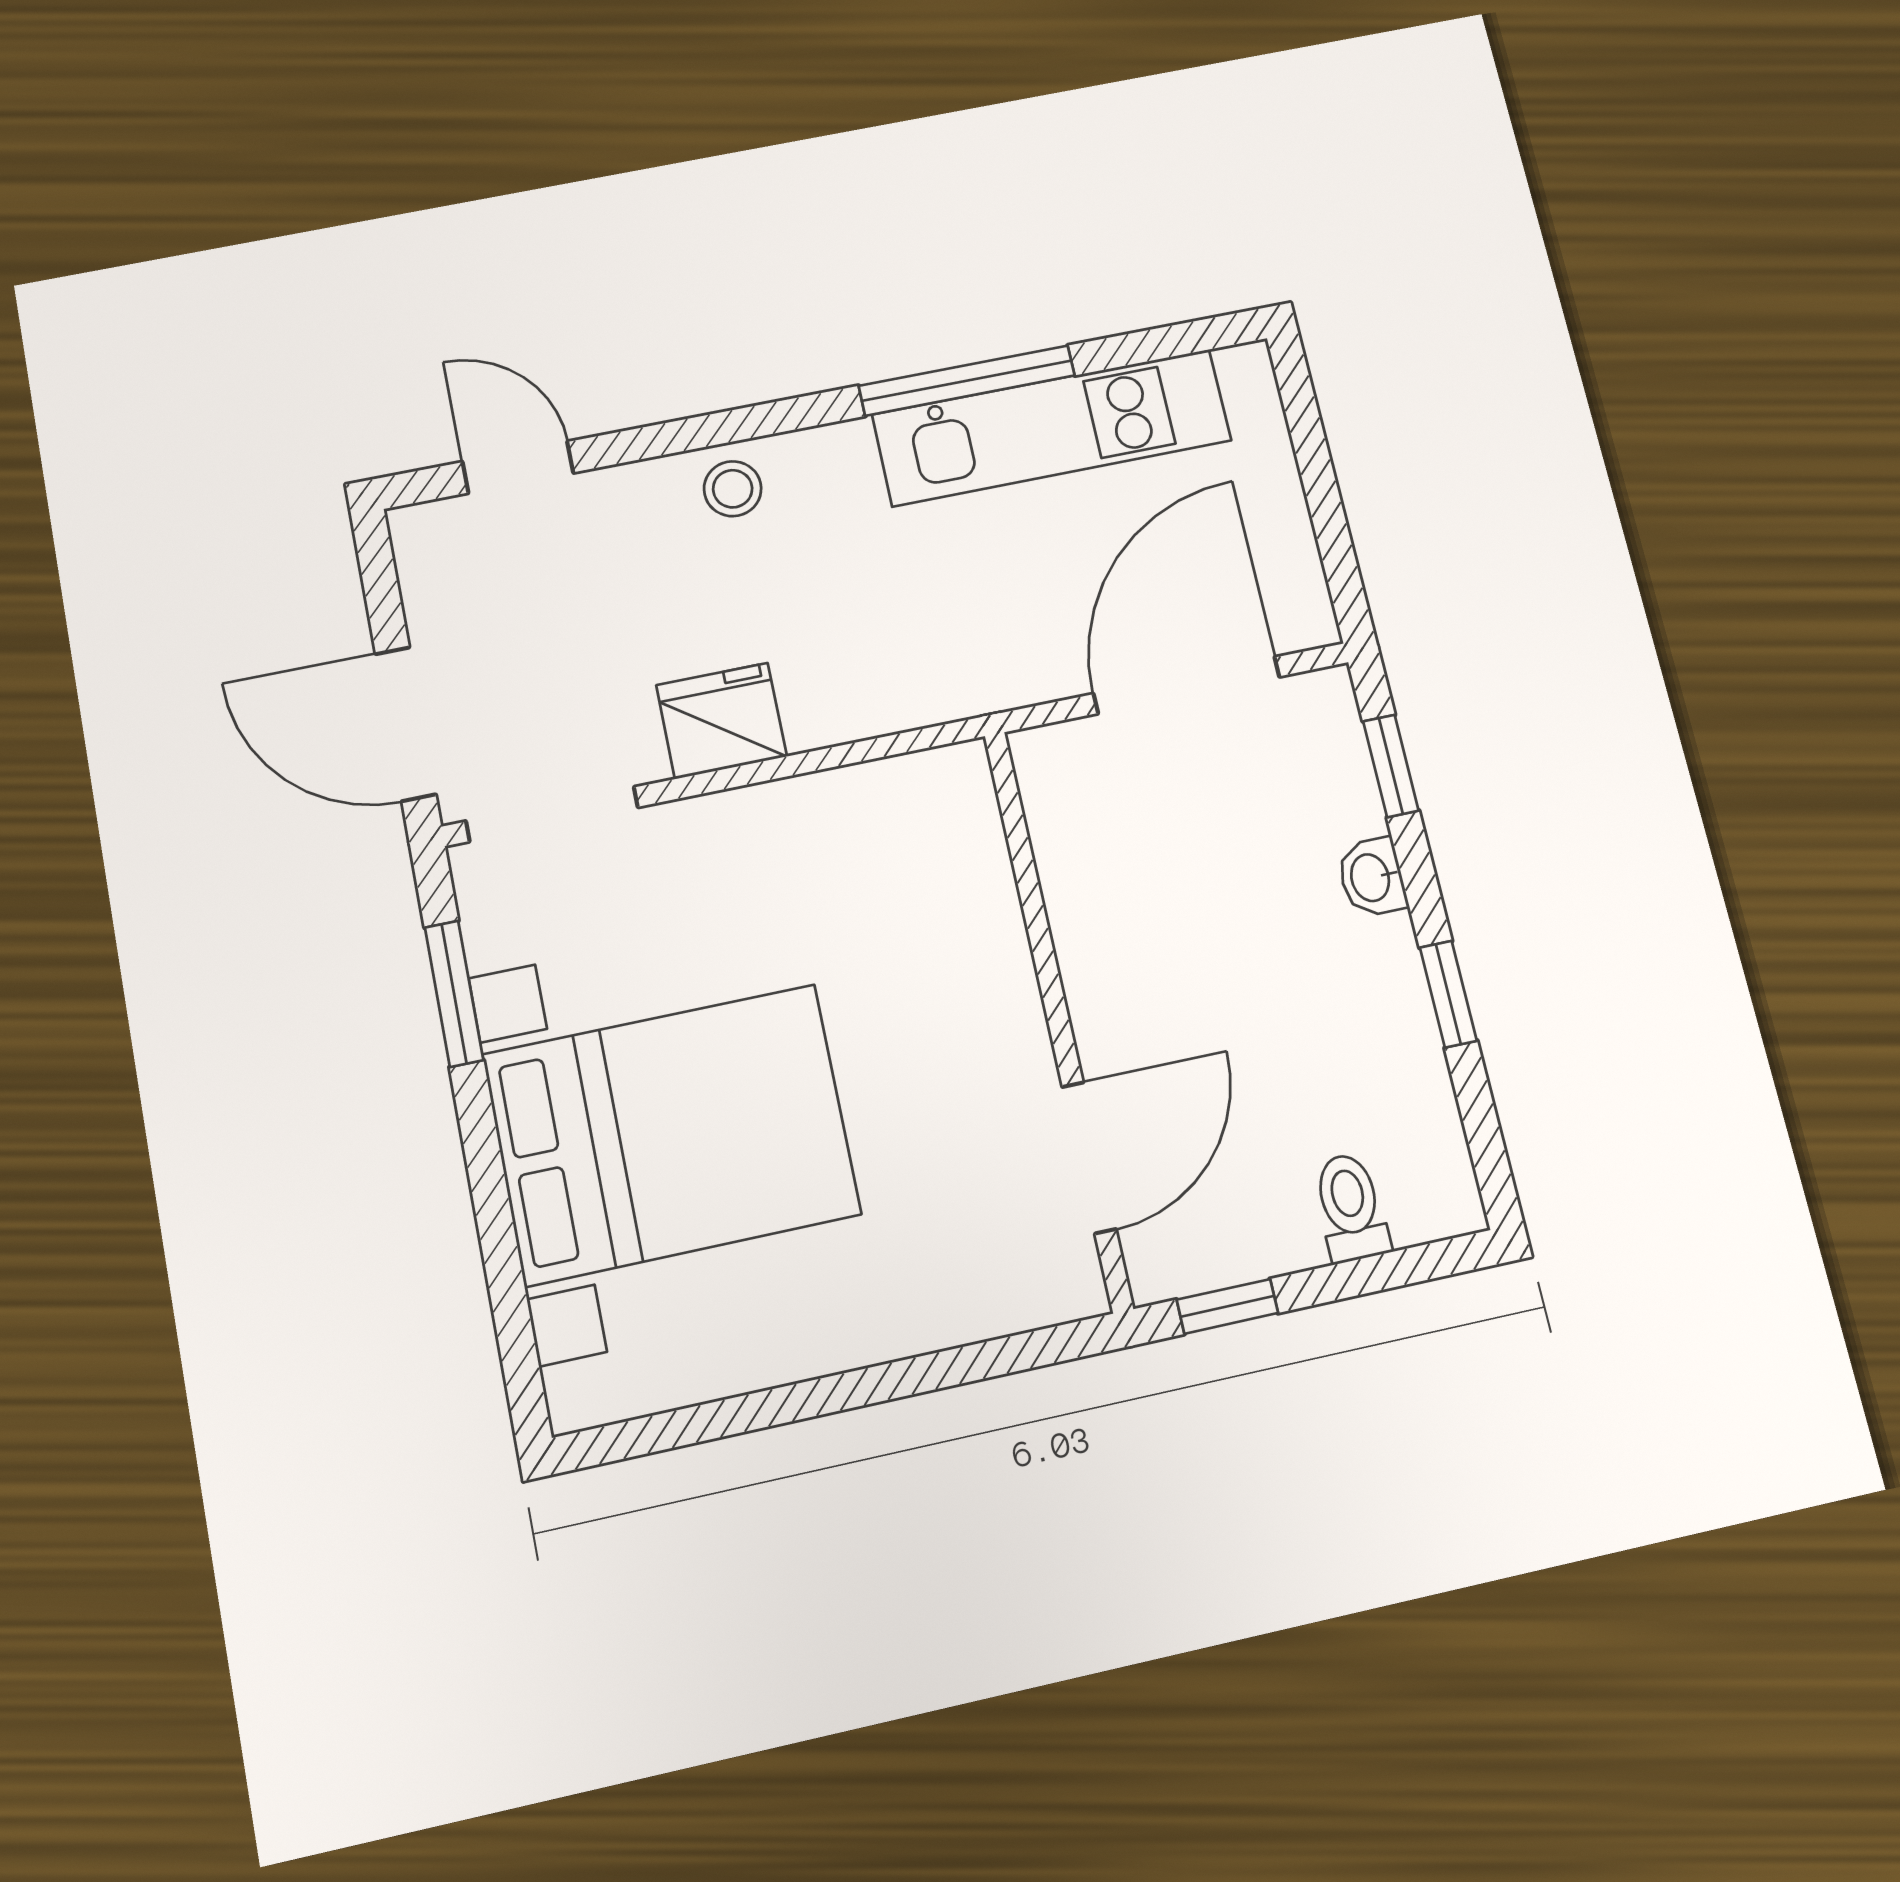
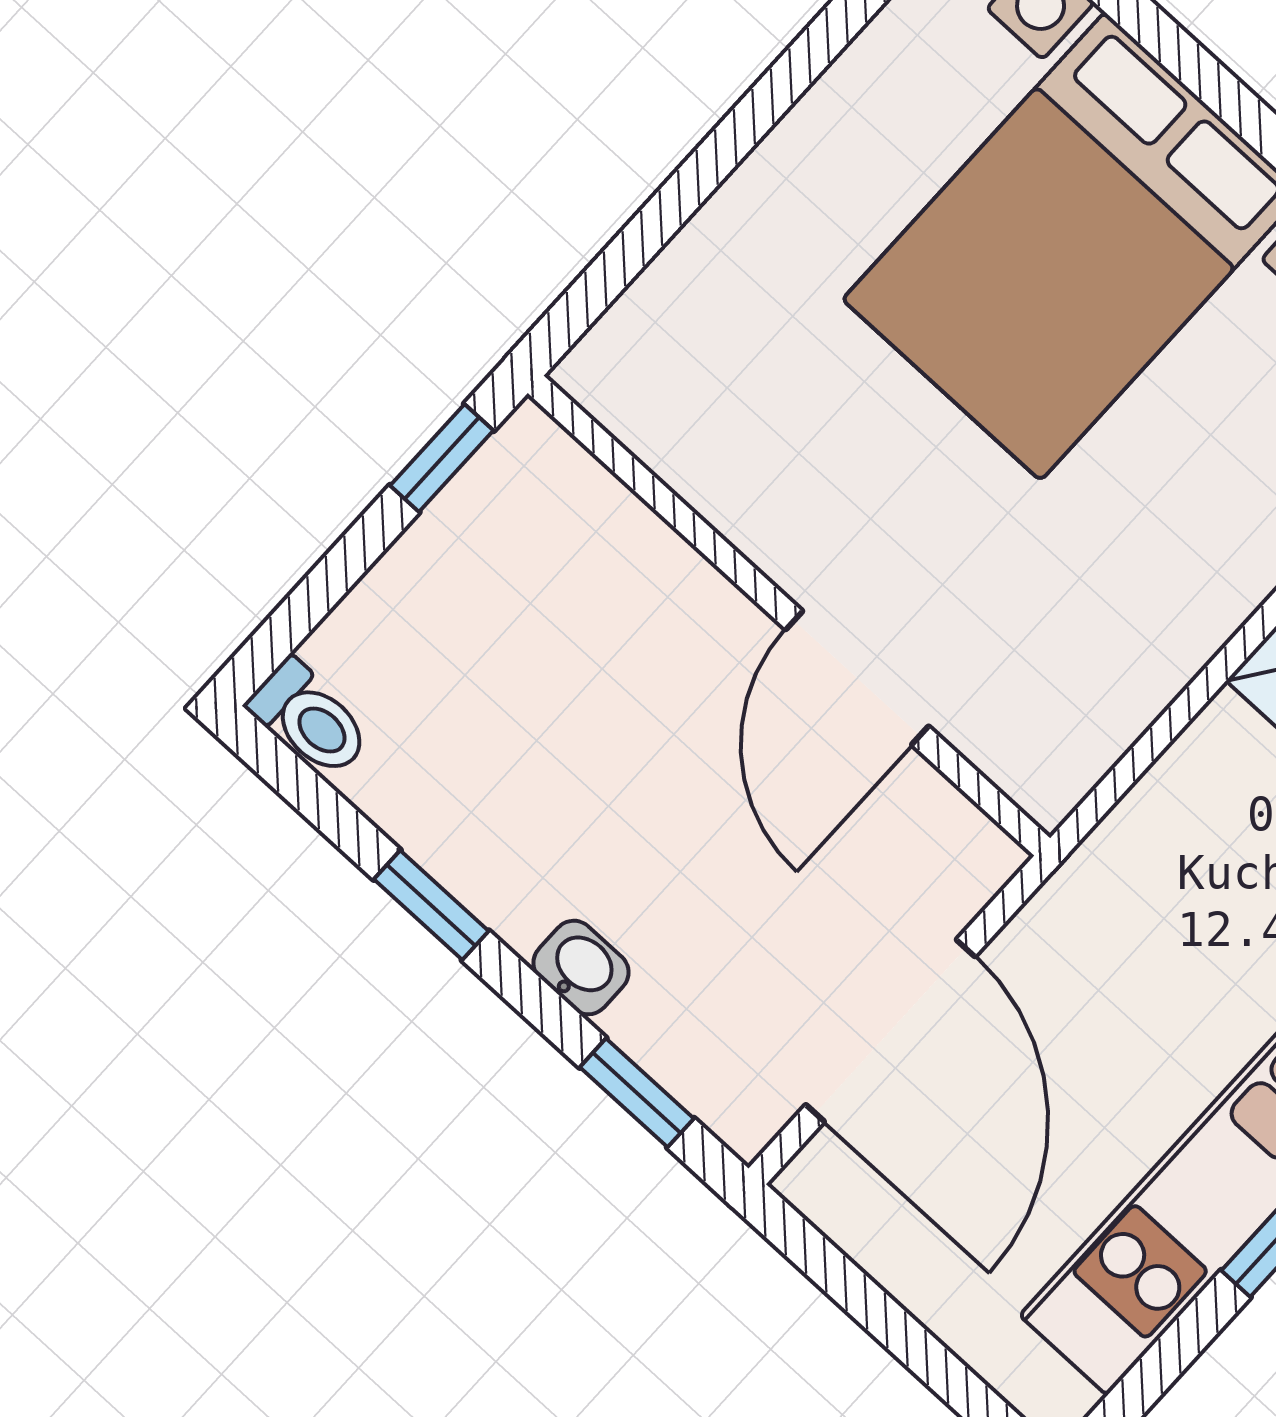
door: (1089, 1158) -> (857, 678), moved
toilet: (1351, 1207) -> (310, 719), moved

